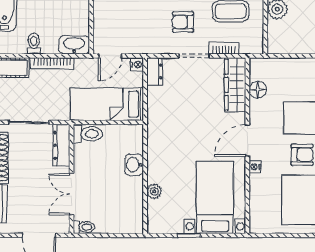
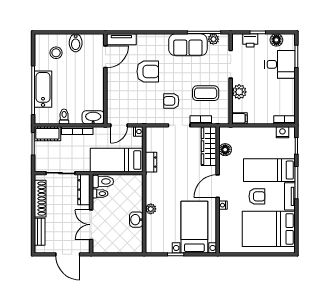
filing cabinet: (278, 46) -> (240, 118), added
dresser: (155, 72) -> (151, 162), moved
washbasin: (134, 165) -> (136, 220), moved
plant: (154, 191) -> (151, 209), moved
toilet: (84, 227) -> (100, 194), moved

